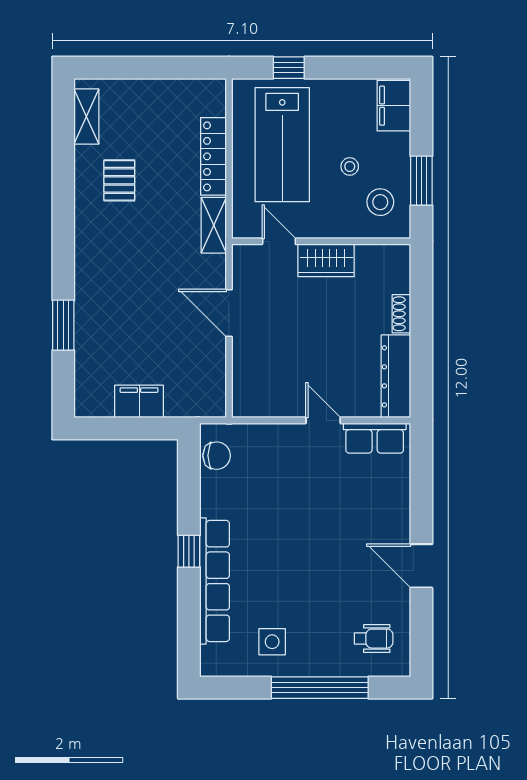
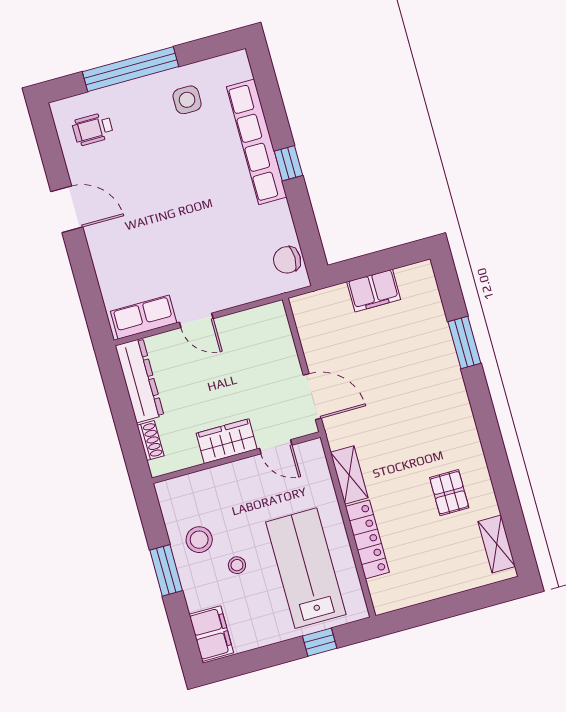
door: (279, 241) -> (276, 447), moved
wall: (321, 241) -> (236, 458), moved
wardrobe: (326, 260) -> (227, 441), moved

